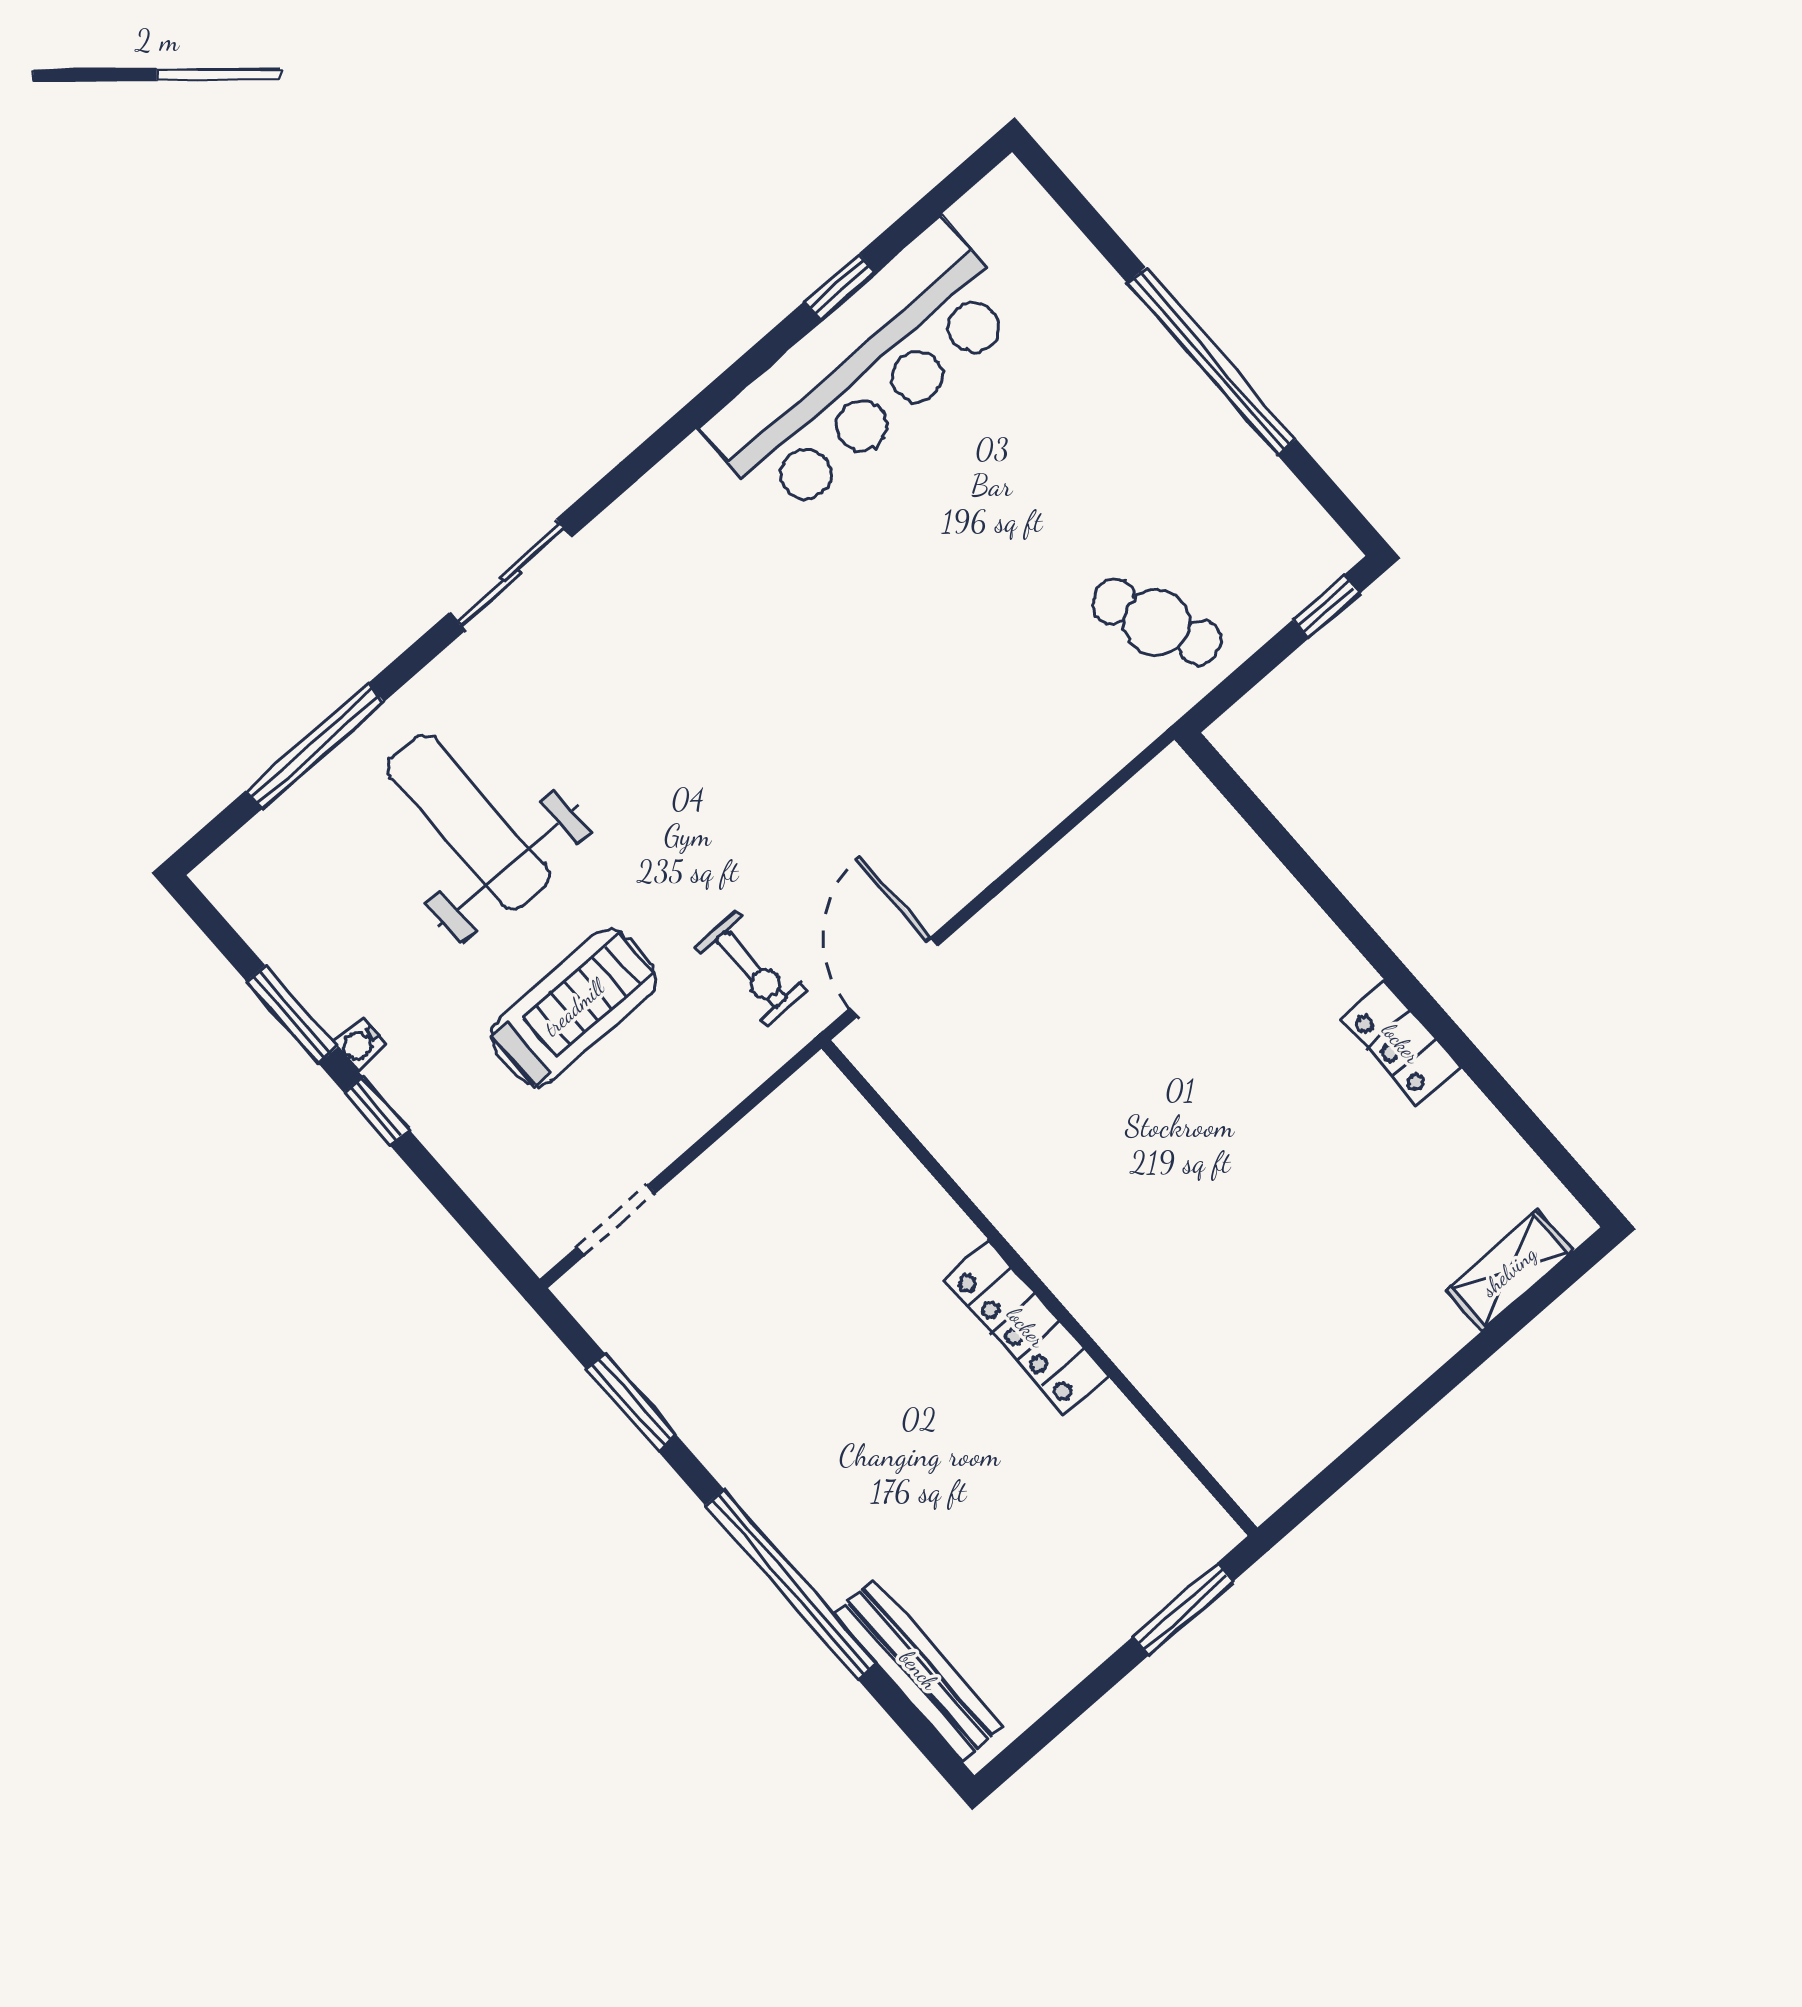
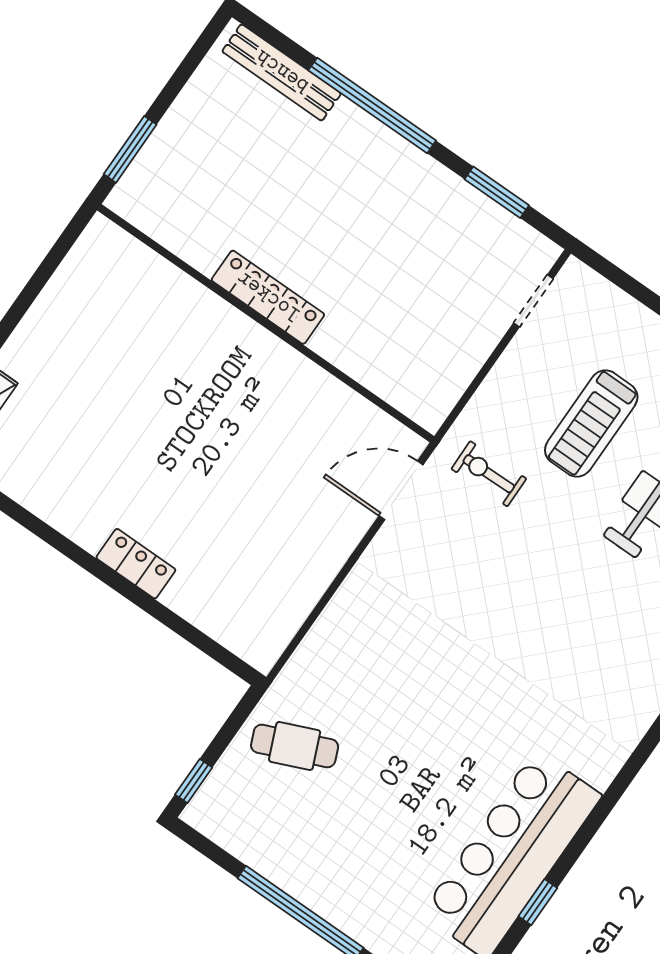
door: (894, 977) -> (401, 490), swing flipped
locker: (1401, 1043) -> (136, 564), moved

